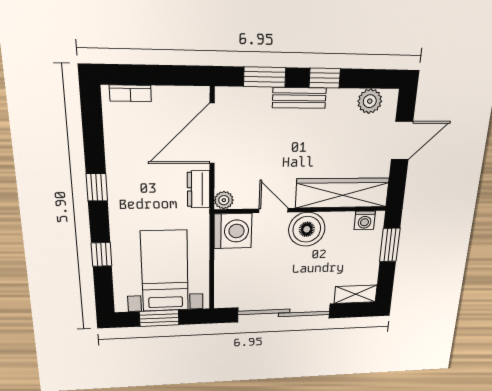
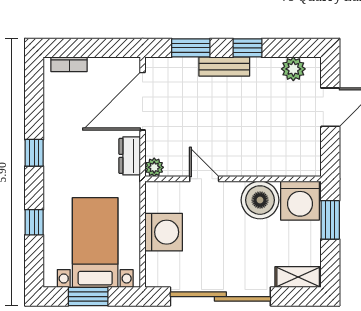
wardrobe: (342, 193) -> (274, 161), removed
washing machine: (365, 220) -> (300, 201), width x1.89, depth x1.89
boiler: (307, 229) -> (260, 200), moved
washing machine: (233, 231) -> (164, 232), moved

